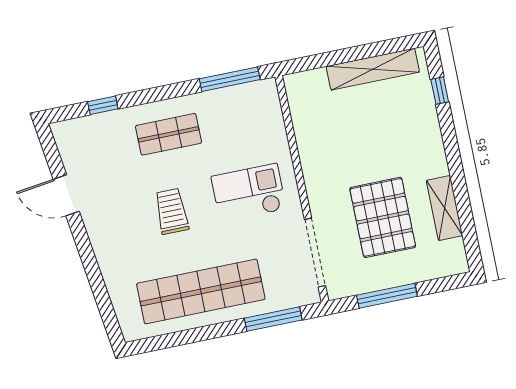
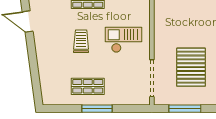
shop shelf: (201, 291) -> (88, 86), width x0.50, depth x0.74
window: (273, 319) -> (97, 109), moved

